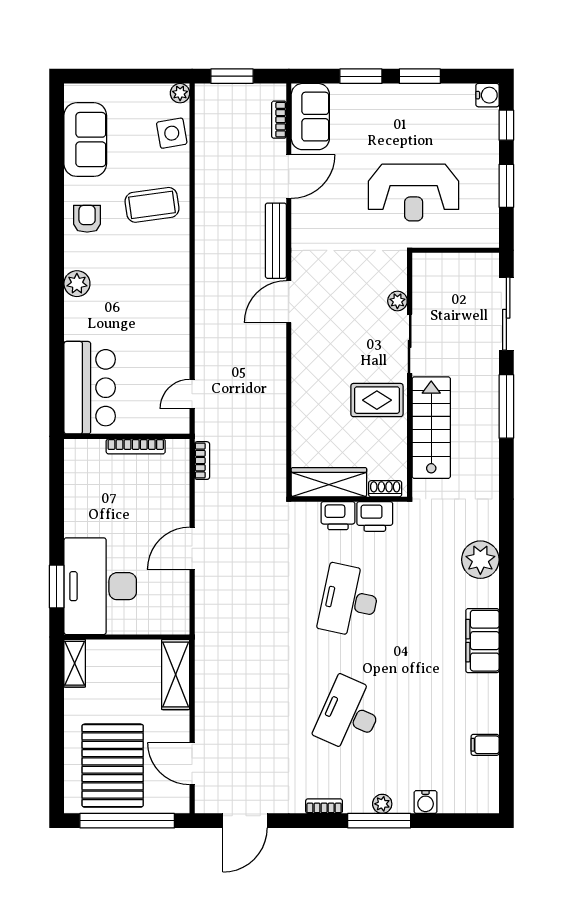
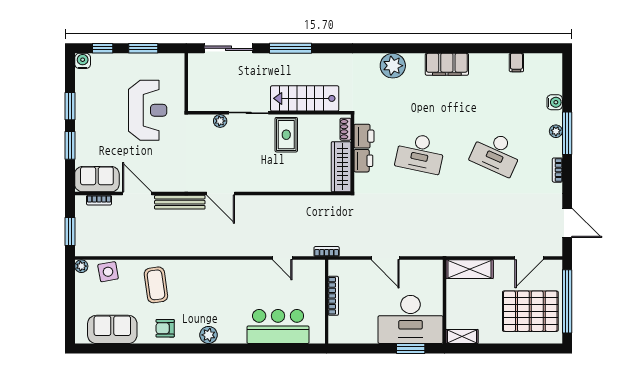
wall: (127, 436) -> (327, 302), moved
bookcase: (136, 446) -> (333, 296), moved

